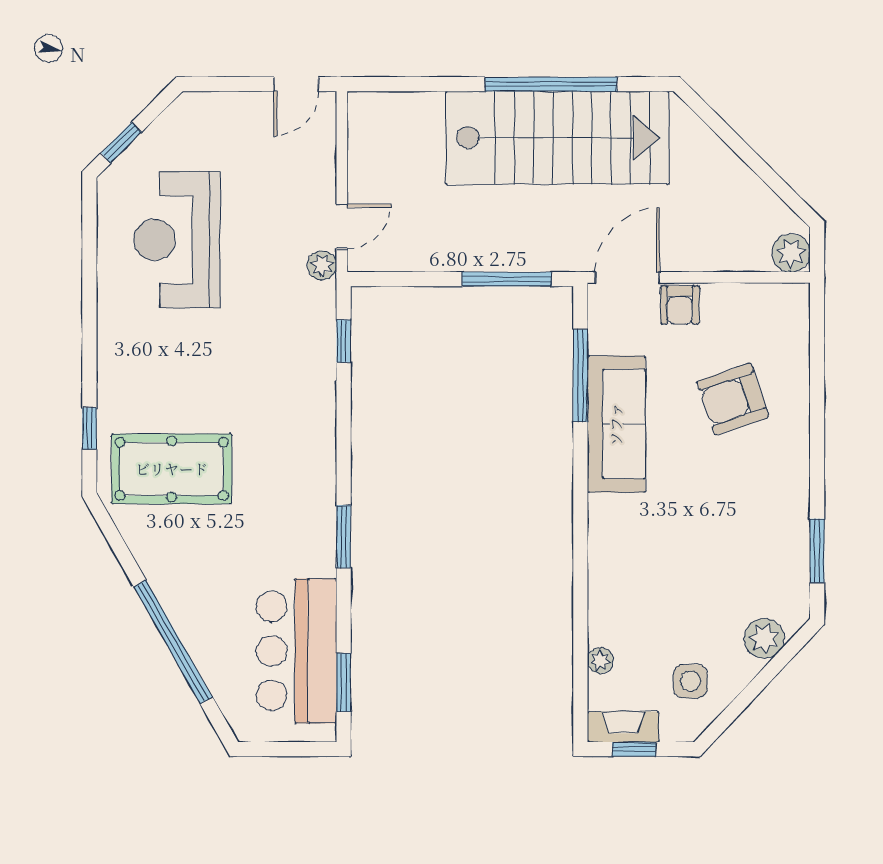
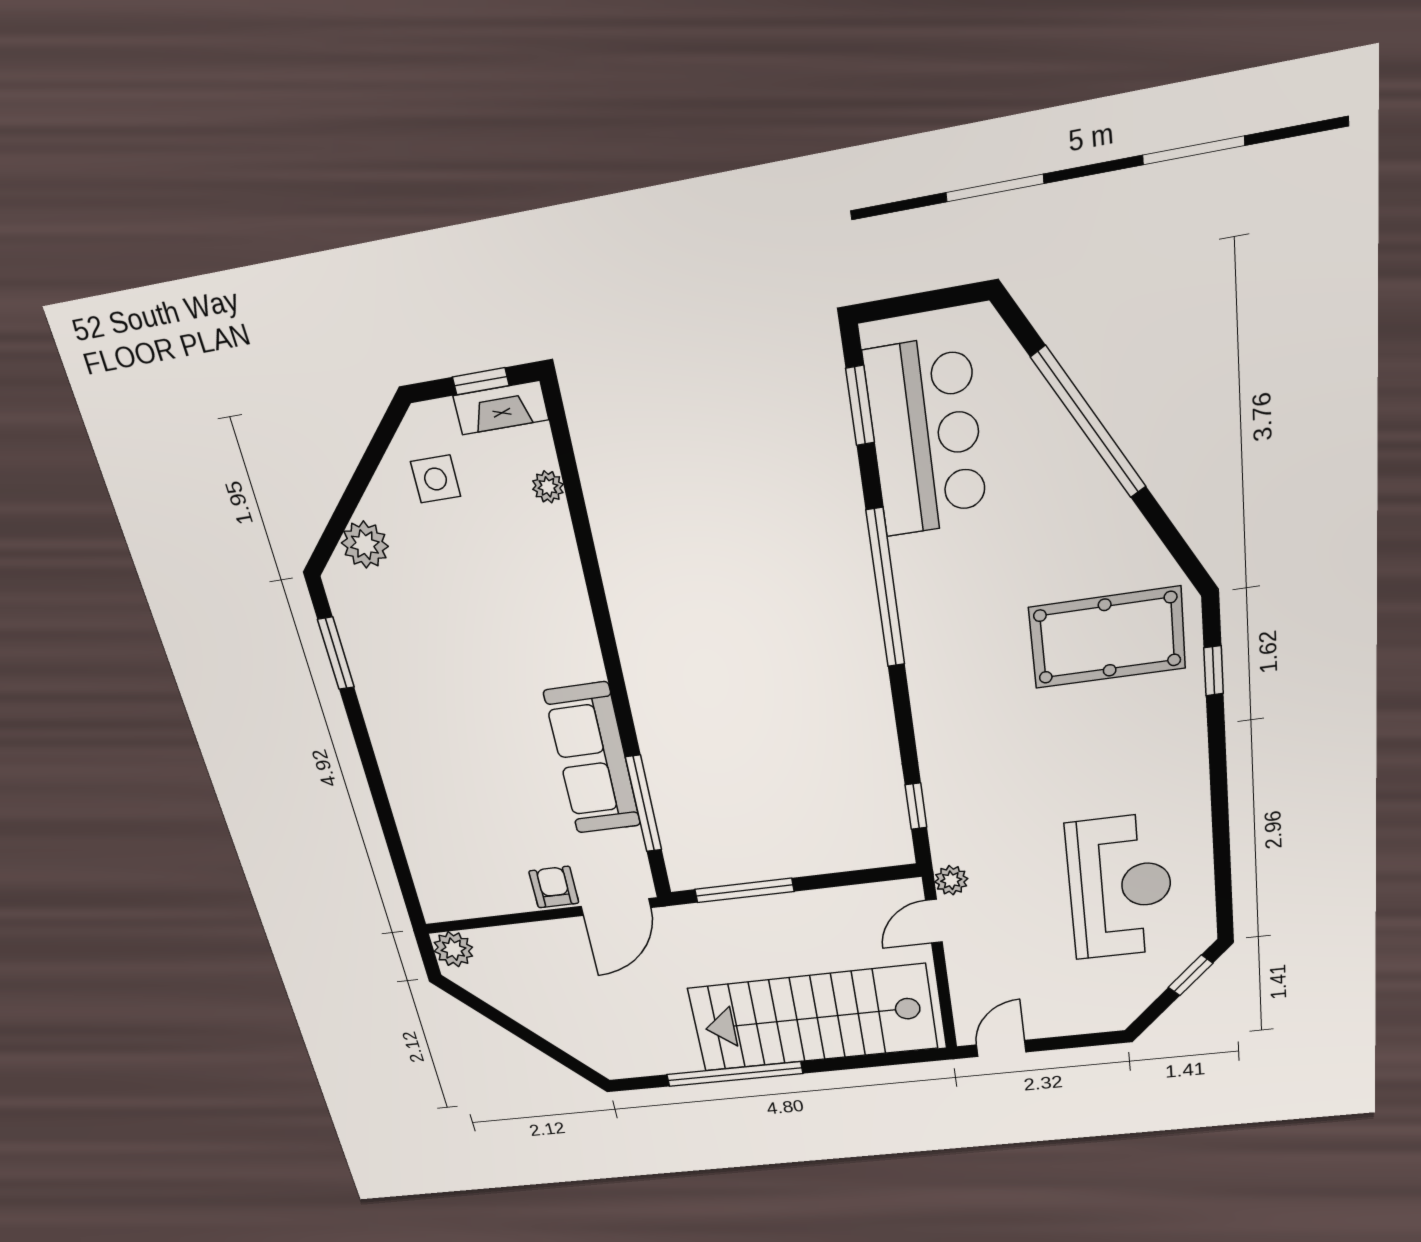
stairs: (557, 138) -> (813, 1018), moved
armchair: (733, 399) -> (473, 801), removed
window: (344, 537) -> (886, 588), width x2.11

